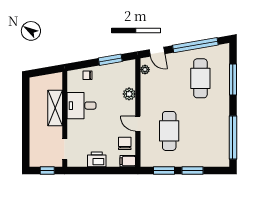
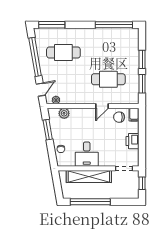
window: (233, 79) -> (52, 25), moved
plant: (129, 94) -> (64, 113), moved
shelving: (55, 108) -> (89, 177), width x1.47
window: (26, 110) -> (90, 202), added

